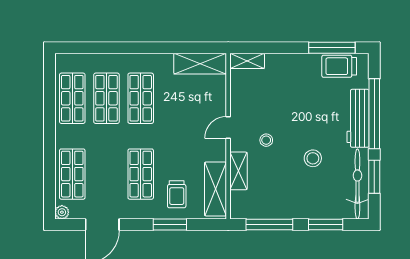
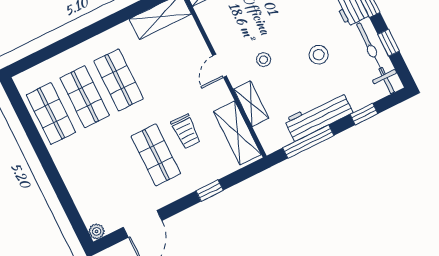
shop shelf: (72, 174) -> (88, 189), removed
window: (374, 177) -> (389, 43), width x0.67
trolley: (177, 194) -> (186, 132), moved
workbench: (288, 208) -> (318, 116), added
window: (170, 225) -> (210, 191), width x0.67
window: (326, 225) -> (364, 114), width x0.67

